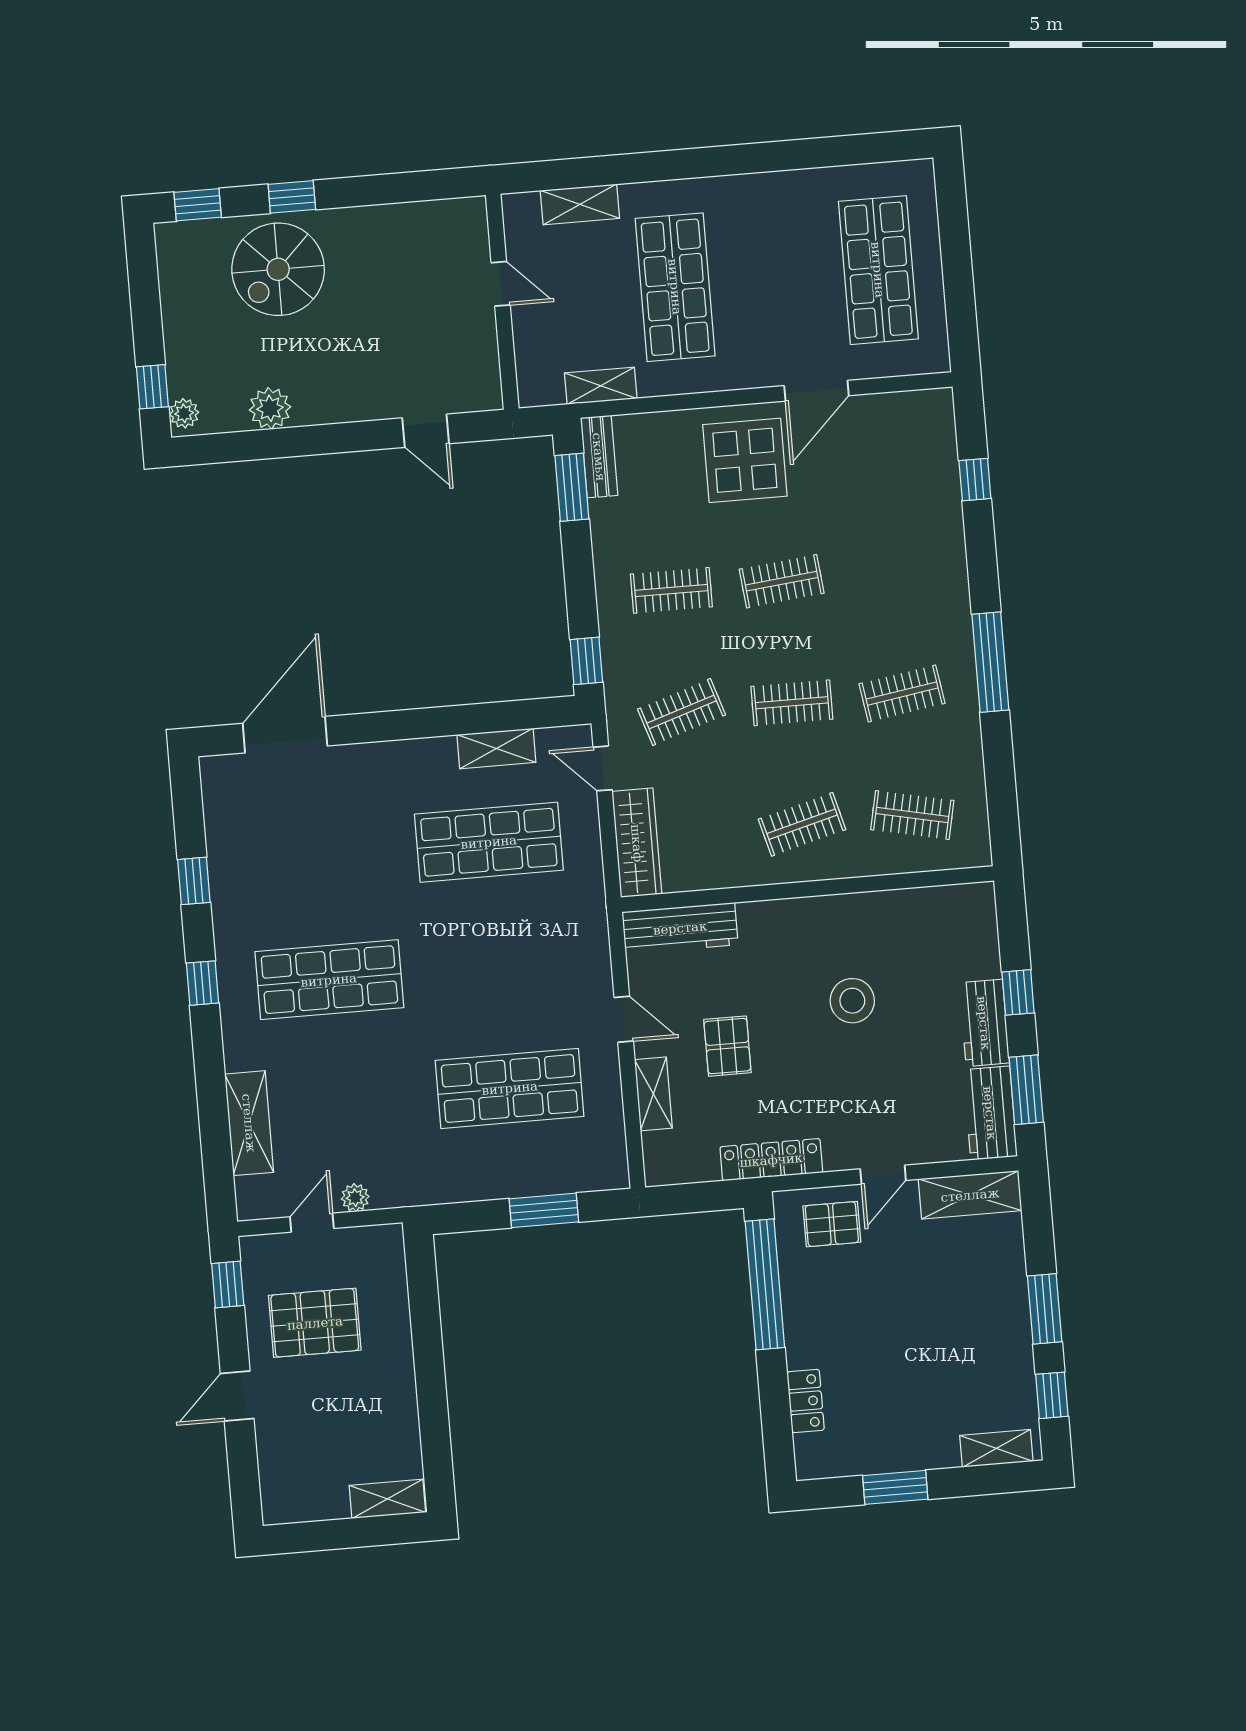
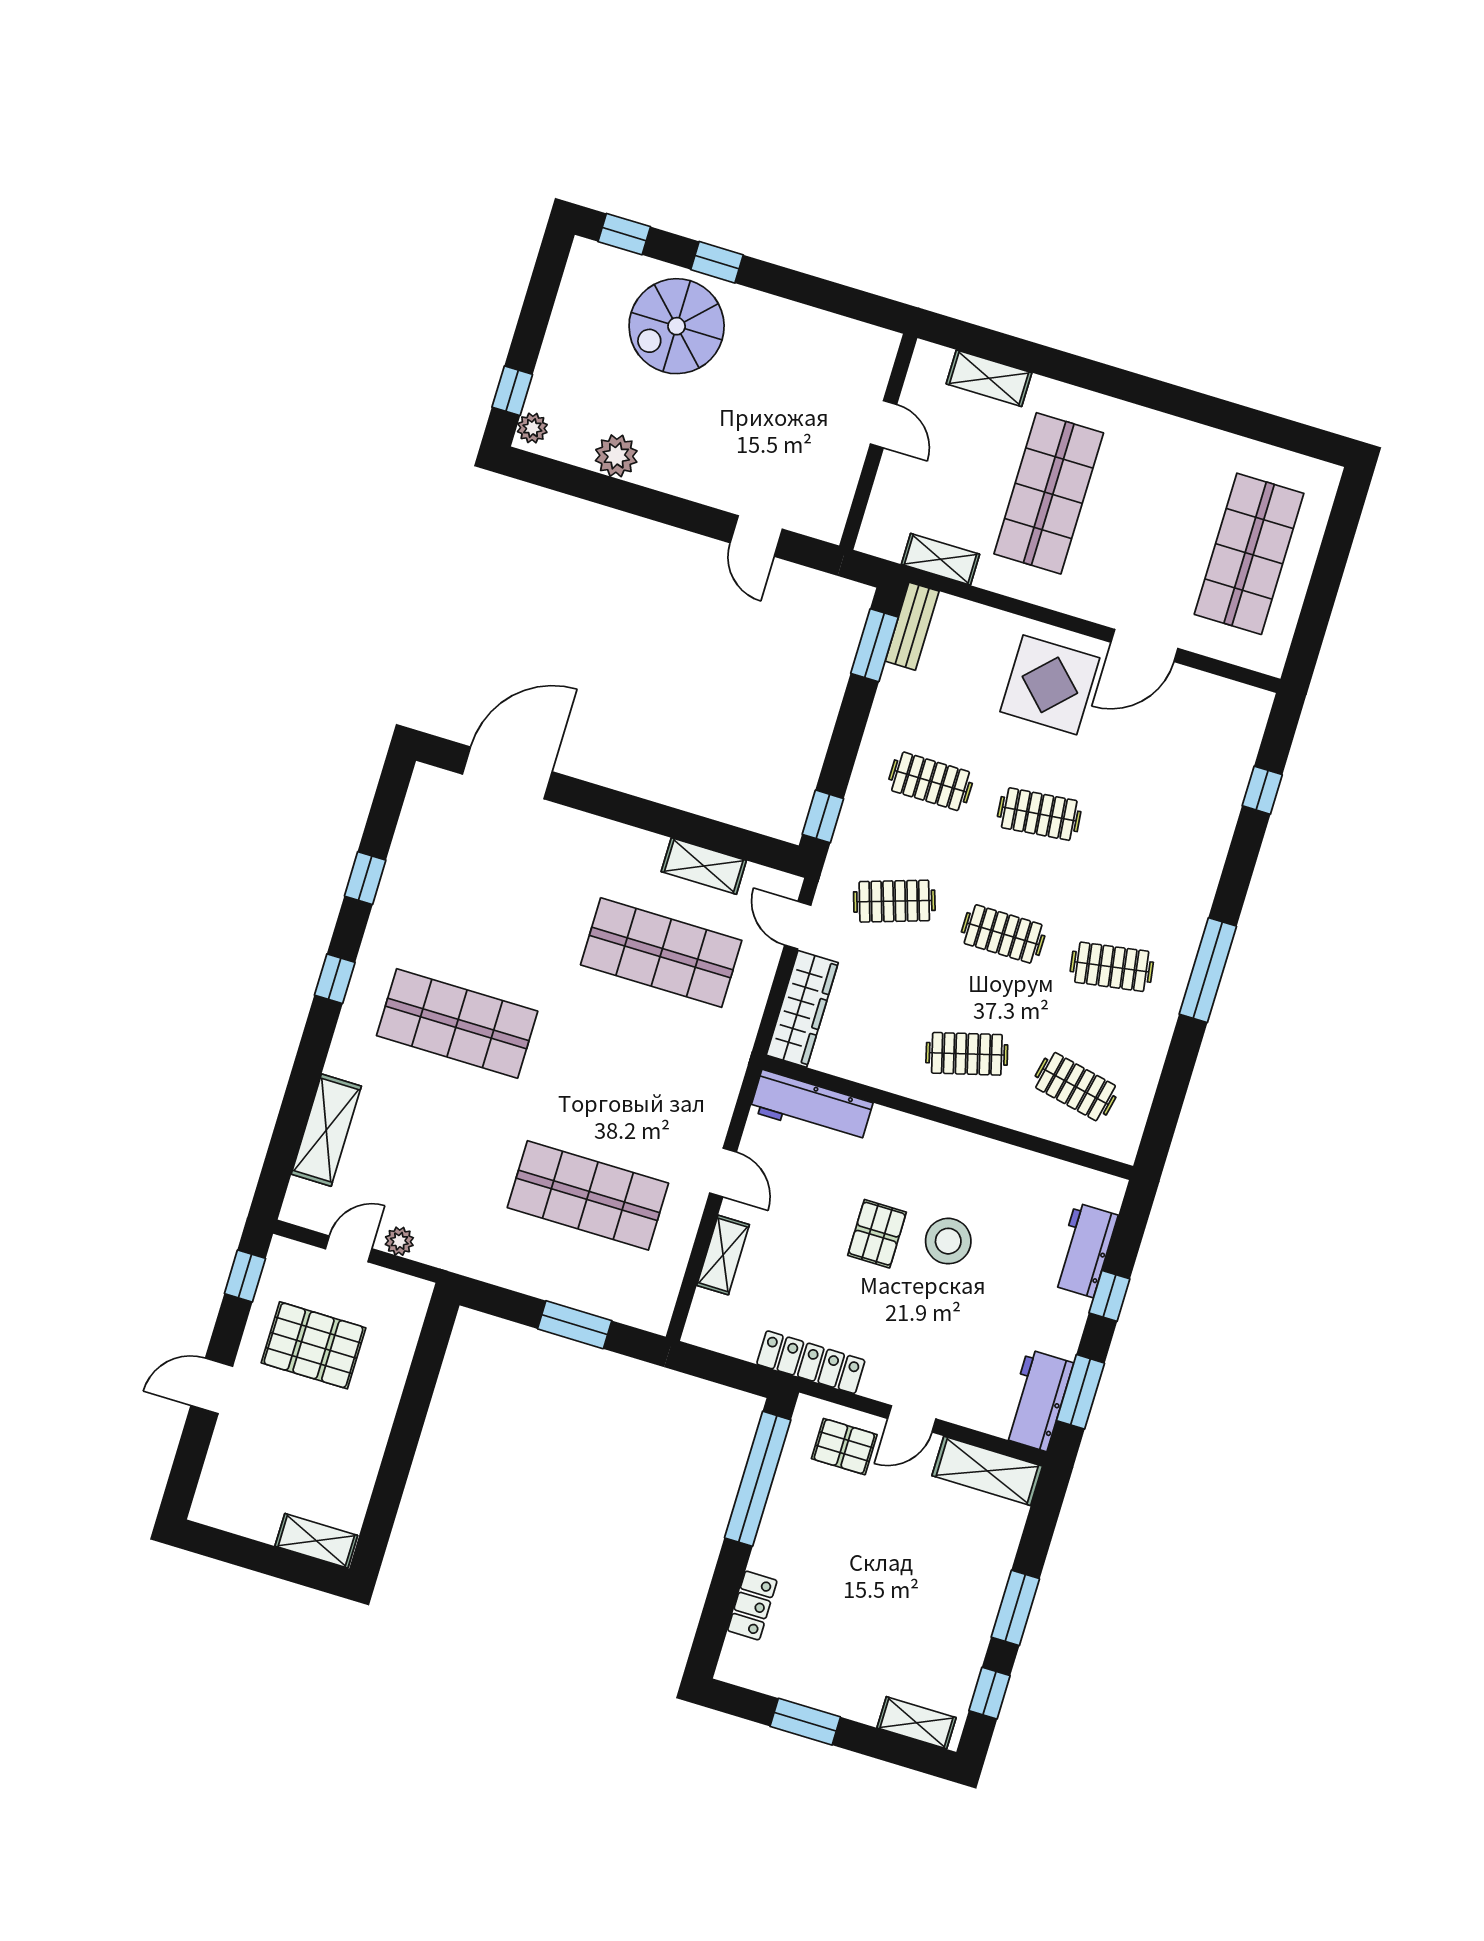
workbench: (984, 1023) -> (1085, 1250), moved
pallet: (727, 1046) -> (877, 1234), moved

